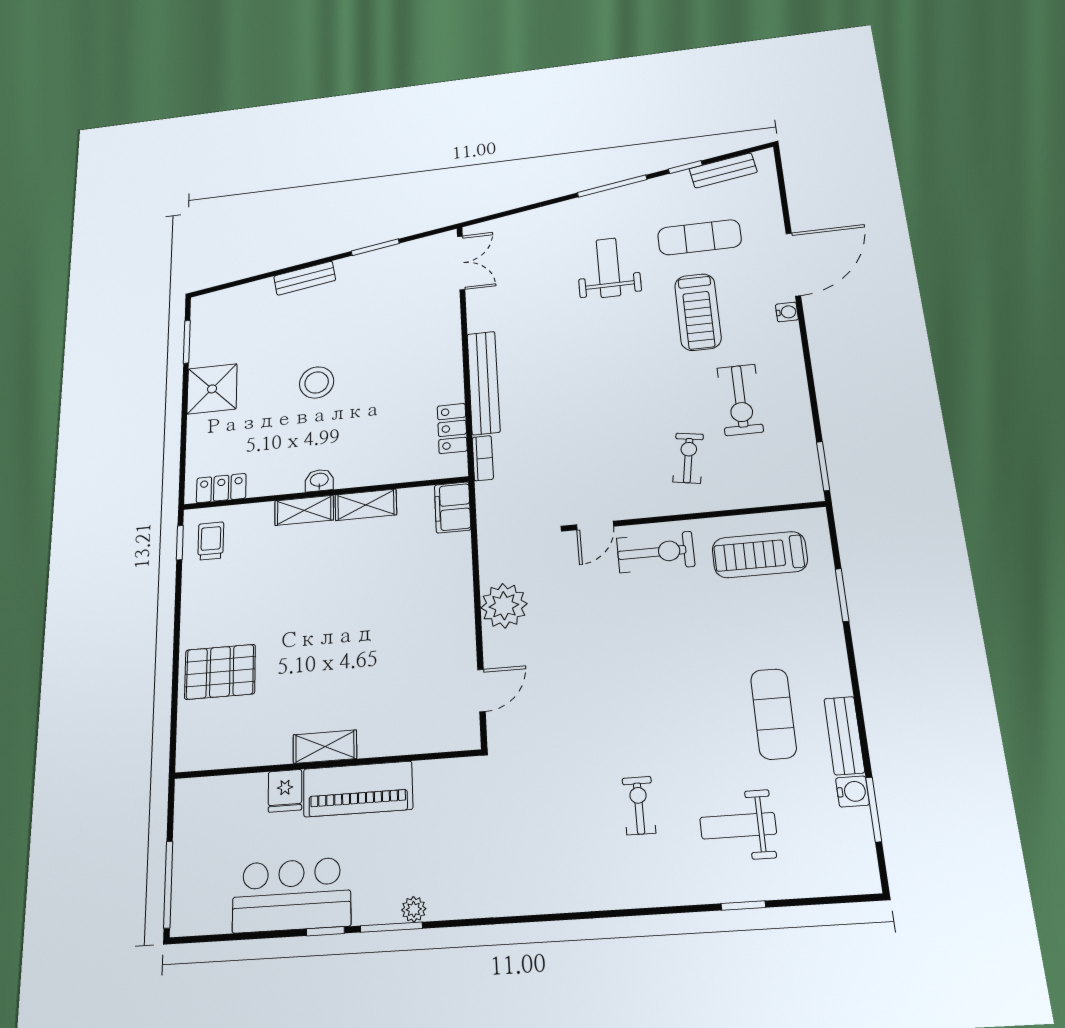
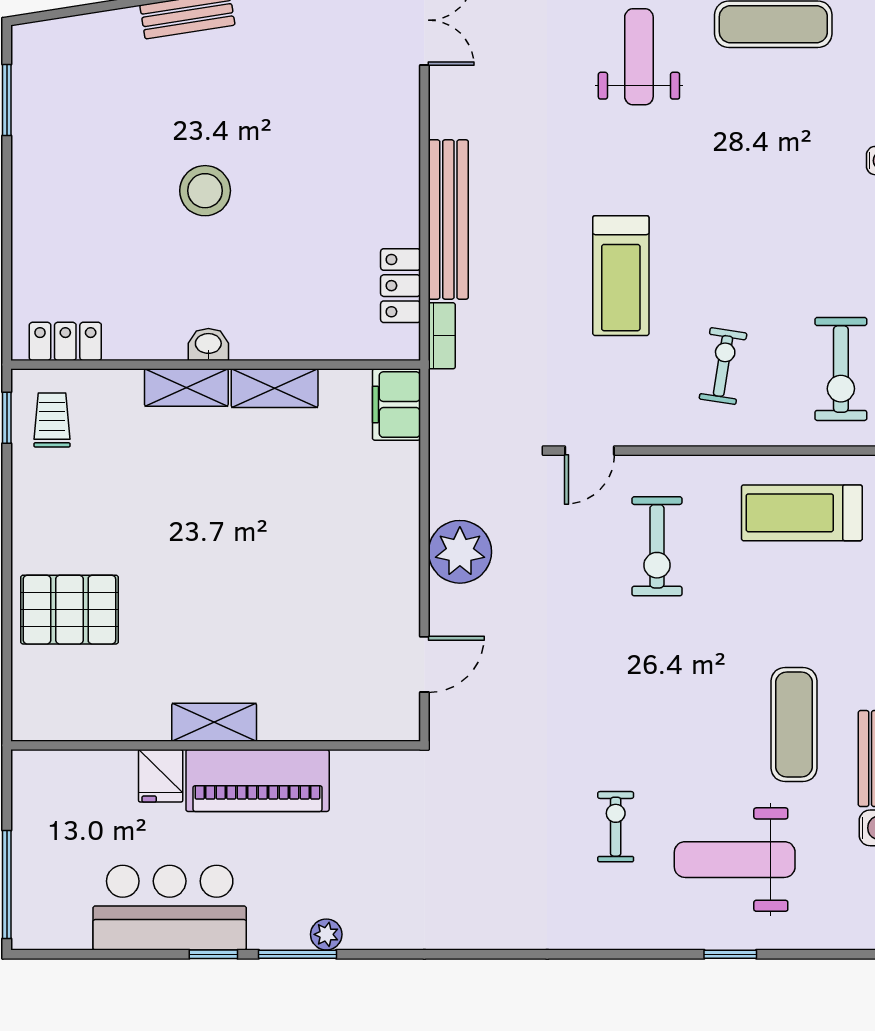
treadmill: (698, 312) -> (621, 276), moved
shower: (212, 389) -> (48, 183), removed
exercise bike: (740, 400) -> (841, 369), moved
exercise bike: (656, 552) -> (657, 546), moved, turned 90
weight bench: (738, 826) -> (735, 860), width x1.36, depth x1.33

